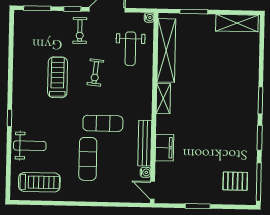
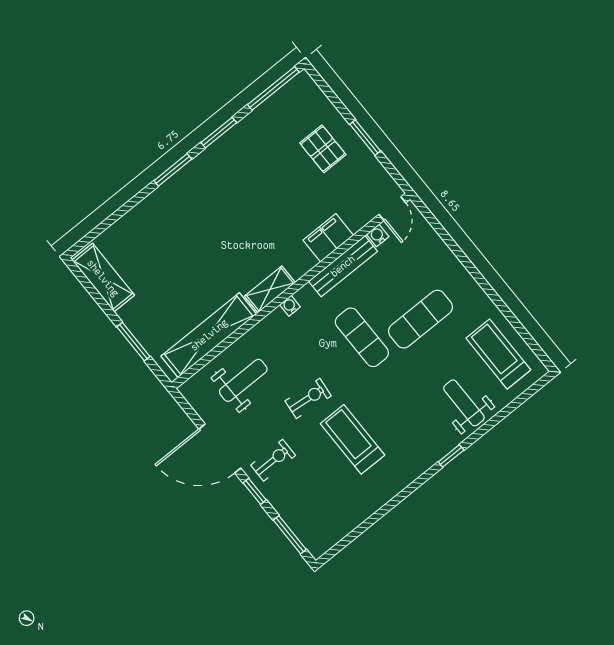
water cooler: (149, 18) -> (290, 306), moved
treadmill: (58, 77) -> (352, 439), turned 90
pallet: (235, 181) -> (323, 149), moved

